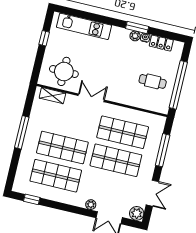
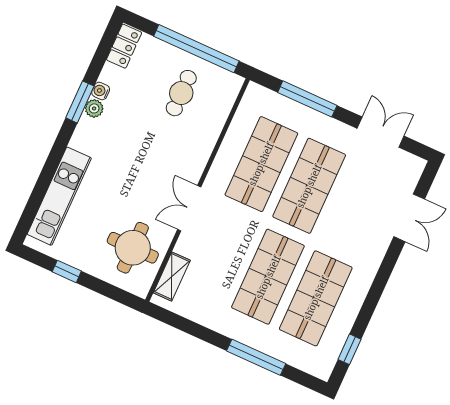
locker: (161, 43) -> (124, 46), moved
window: (22, 132) -> (256, 357), moved
plant: (91, 205) -> (379, 246), removed
plant: (137, 213) -> (411, 167), removed

